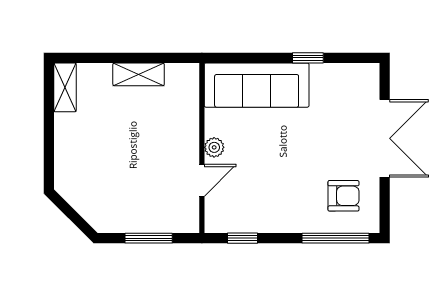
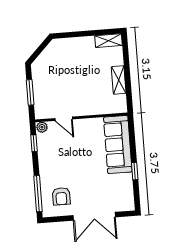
plant: (214, 147) -> (42, 127), moved

